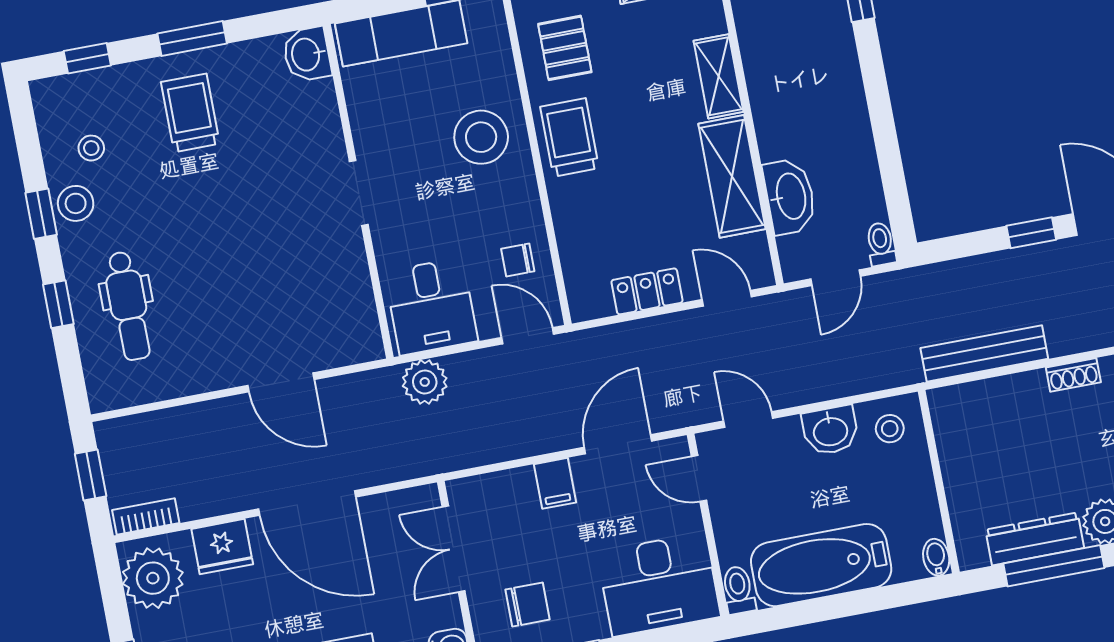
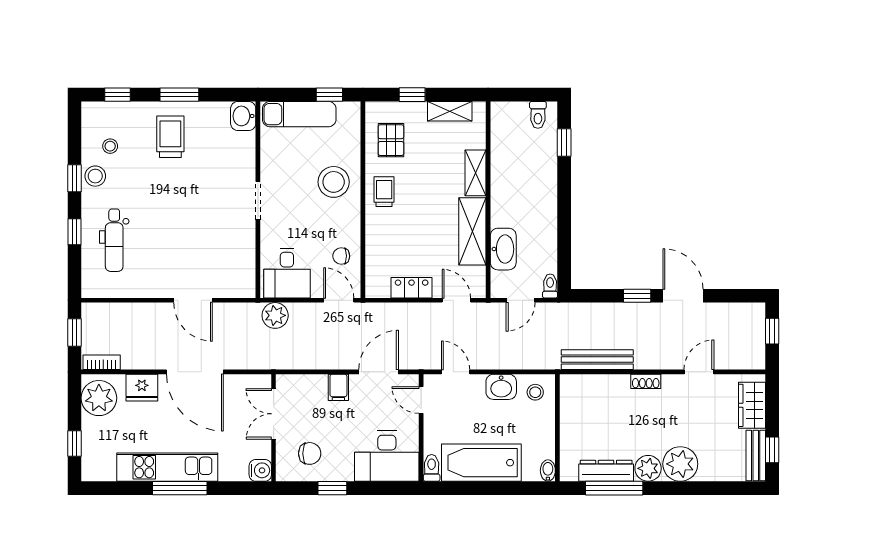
trolley: (570, 137) -> (384, 192), width x0.73, depth x0.72

